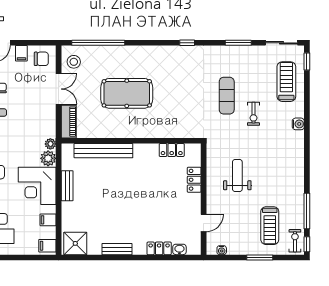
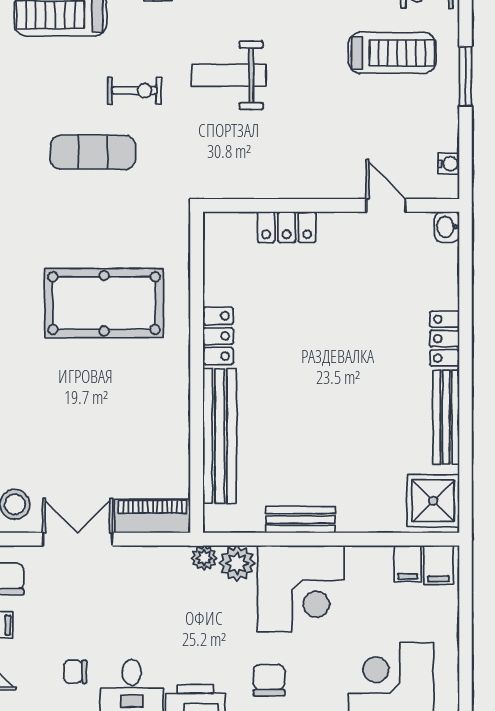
pool table: (127, 93) -> (104, 303), moved, turned 90
locker: (172, 150) -> (218, 336), moved
weight bench: (237, 176) -> (229, 75), moved
filing cabinet: (48, 220) -> (408, 564), moved
locker: (159, 248) -> (445, 339), moved
bench: (117, 249) -> (446, 417), width x1.36
washbasin: (179, 249) -> (447, 227), moved

